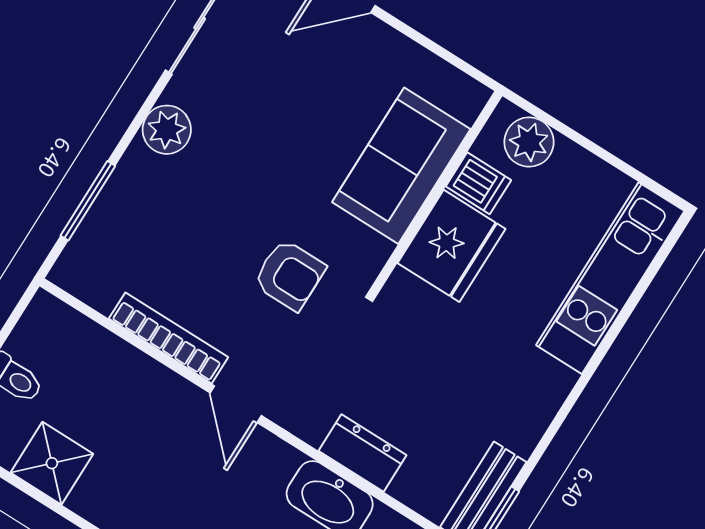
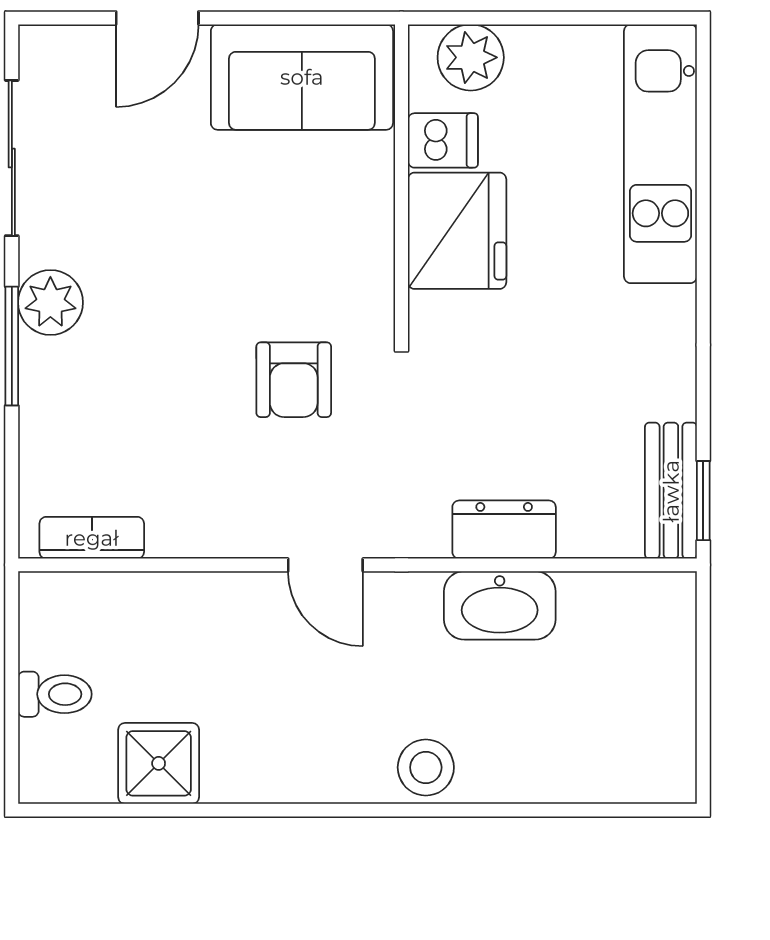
sofa: (401, 166) -> (302, 77), moved, turned -90
window: (88, 201) -> (12, 346), moved
armchair: (289, 275) -> (294, 380), turned 90
bookcase: (169, 338) -> (92, 538), moved, width x0.64

